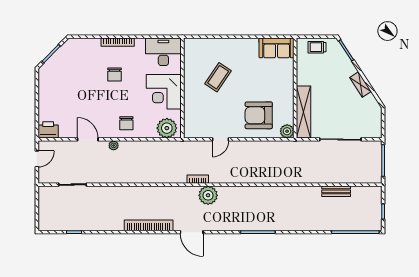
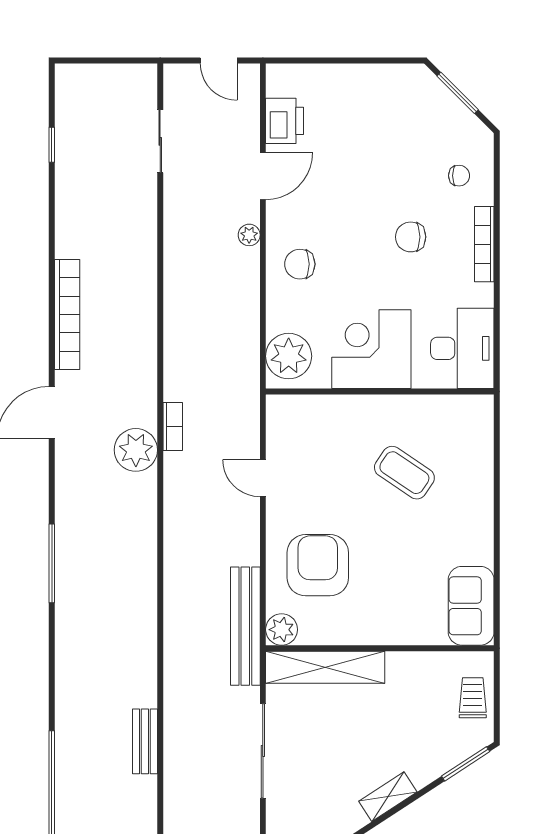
chair: (88, 53) -> (459, 176), added
printer: (48, 130) -> (285, 121), moved
bench: (286, 147) -> (245, 626), added

